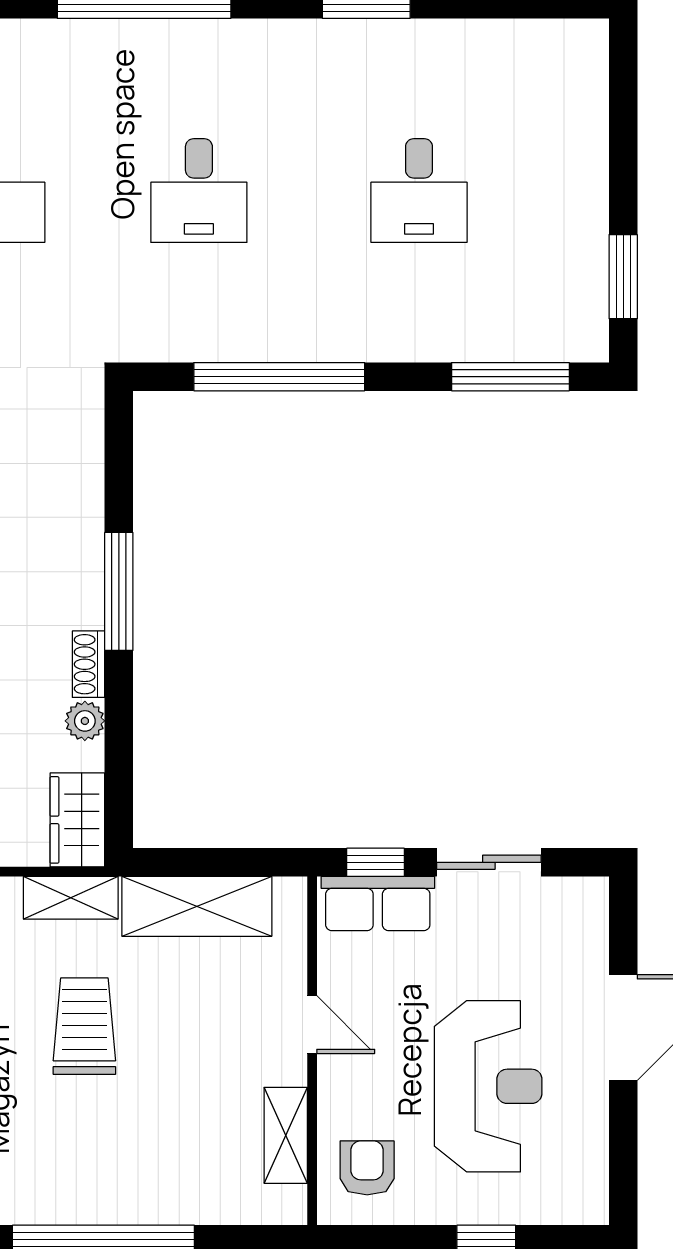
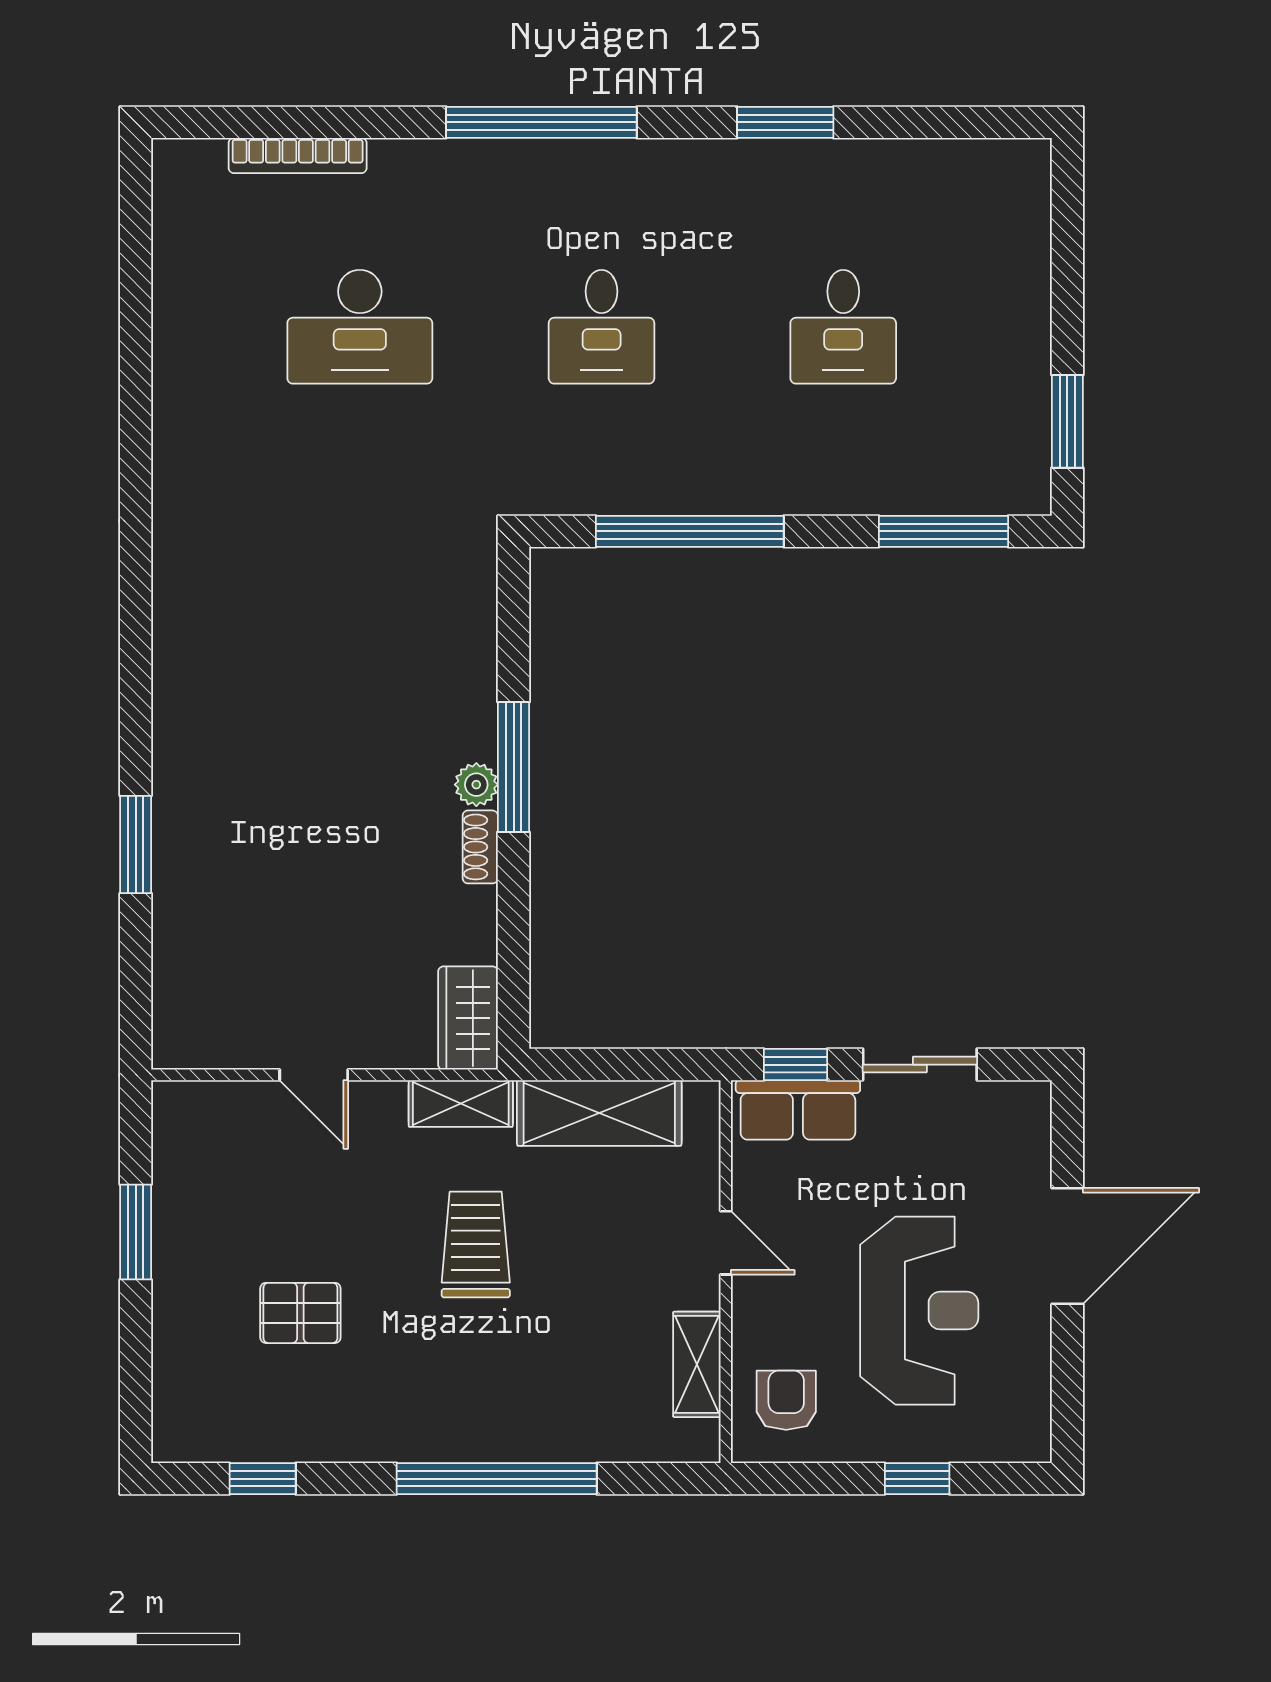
plant: (85, 721) -> (476, 785), moved

